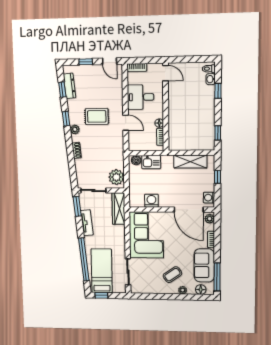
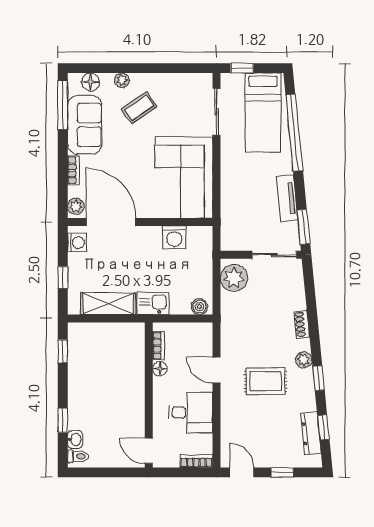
kitchen sink: (151, 162) -> (153, 303), moved
wardrobe: (119, 209) -> (231, 223), removed
window: (101, 295) -> (242, 68), moved

